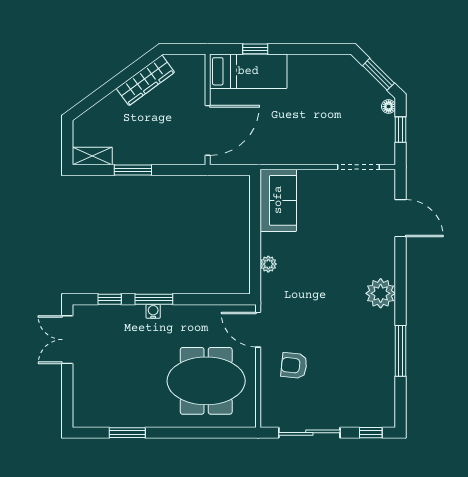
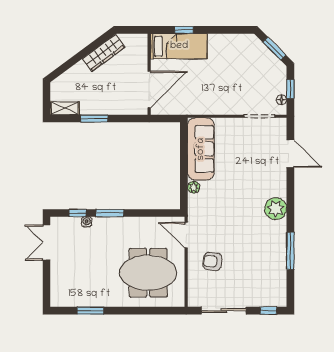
floor lamp: (389, 107) -> (282, 100), moved
sofa: (278, 200) -> (201, 149), width x1.36
water cooler: (153, 311) -> (87, 222), moved

